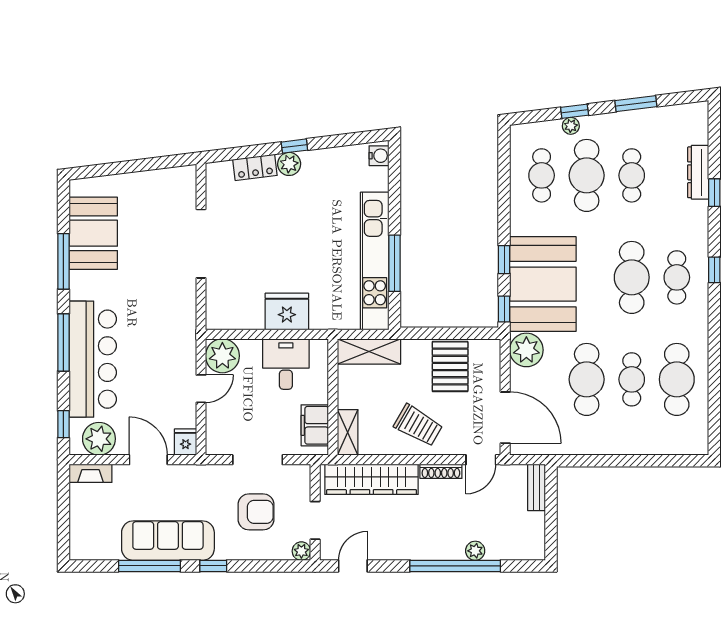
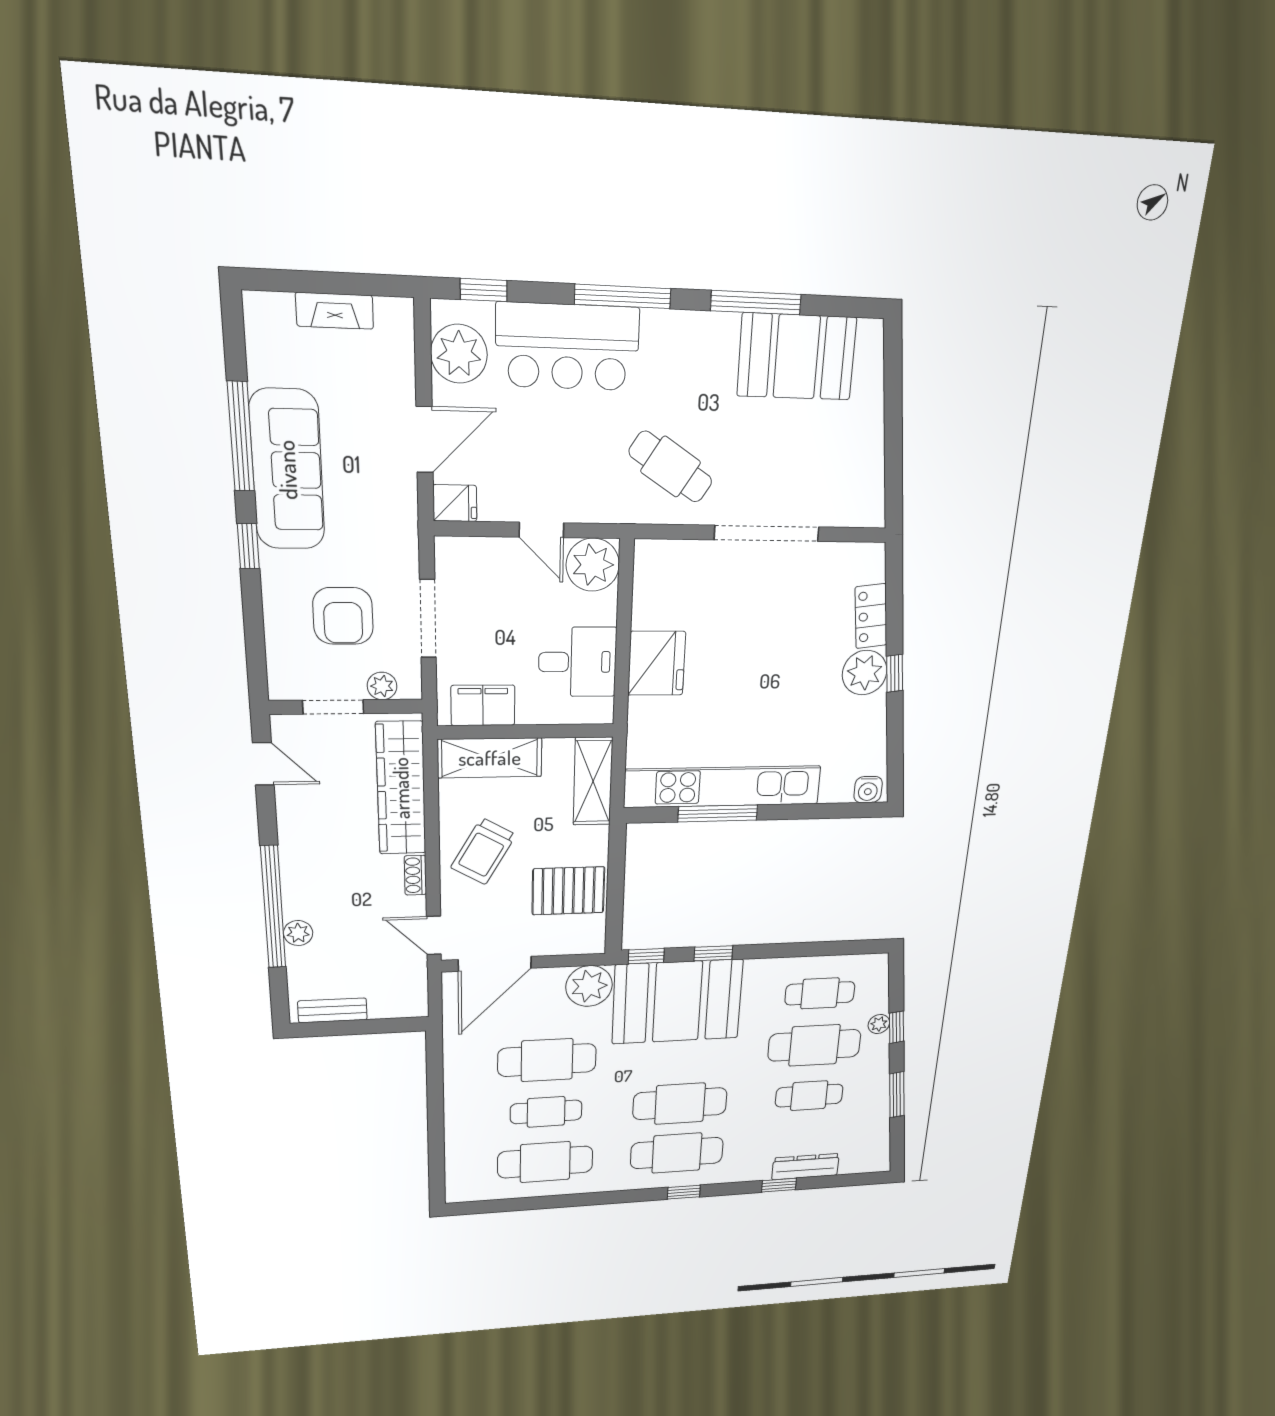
plant: (289, 164) -> (865, 673), width x1.36, depth x1.36
cafe table: (677, 277) -> (677, 1153), width x1.37, depth x1.35
cafe table: (161, 309) -> (671, 467), added
bar counter: (93, 359) -> (568, 347), width x0.73
shelving: (348, 432) -> (490, 758), width x1.50, depth x1.33
shoe rack: (441, 471) -> (415, 875), width x0.70
fireplace: (90, 473) -> (335, 311), moved, turned -90
bench: (537, 487) -> (332, 1010), moved
plant: (301, 551) -> (382, 686), moved

